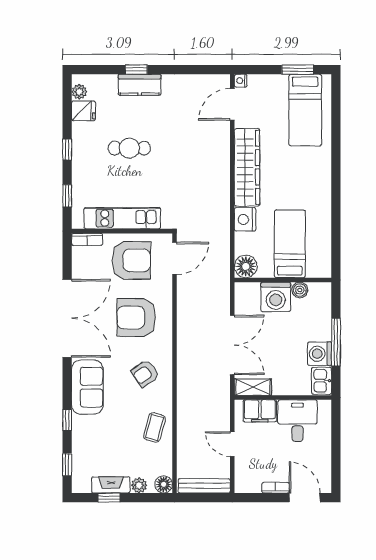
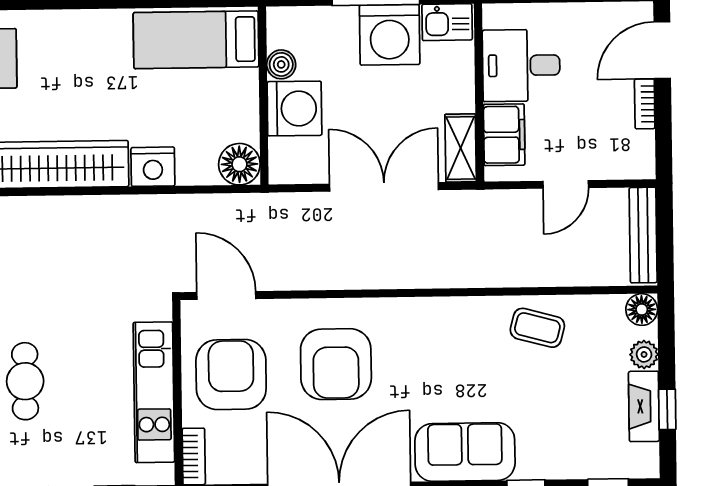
bed: (290, 244) -> (196, 40), moved
washing machine: (320, 354) -> (390, 35), width x1.37, depth x1.37
armchair: (145, 373) -> (438, 346), removed

